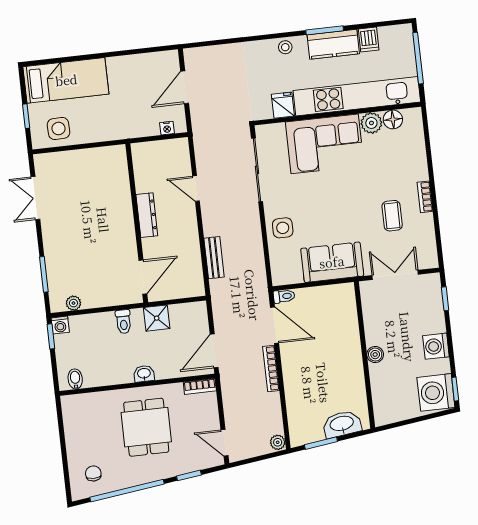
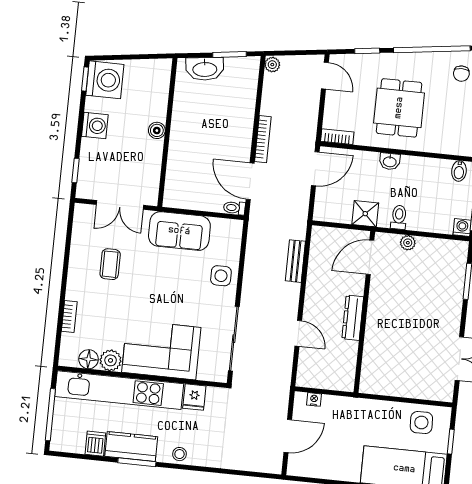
bookcase: (425, 197) -> (69, 317), moved
plant: (73, 303) -> (408, 243), moved

